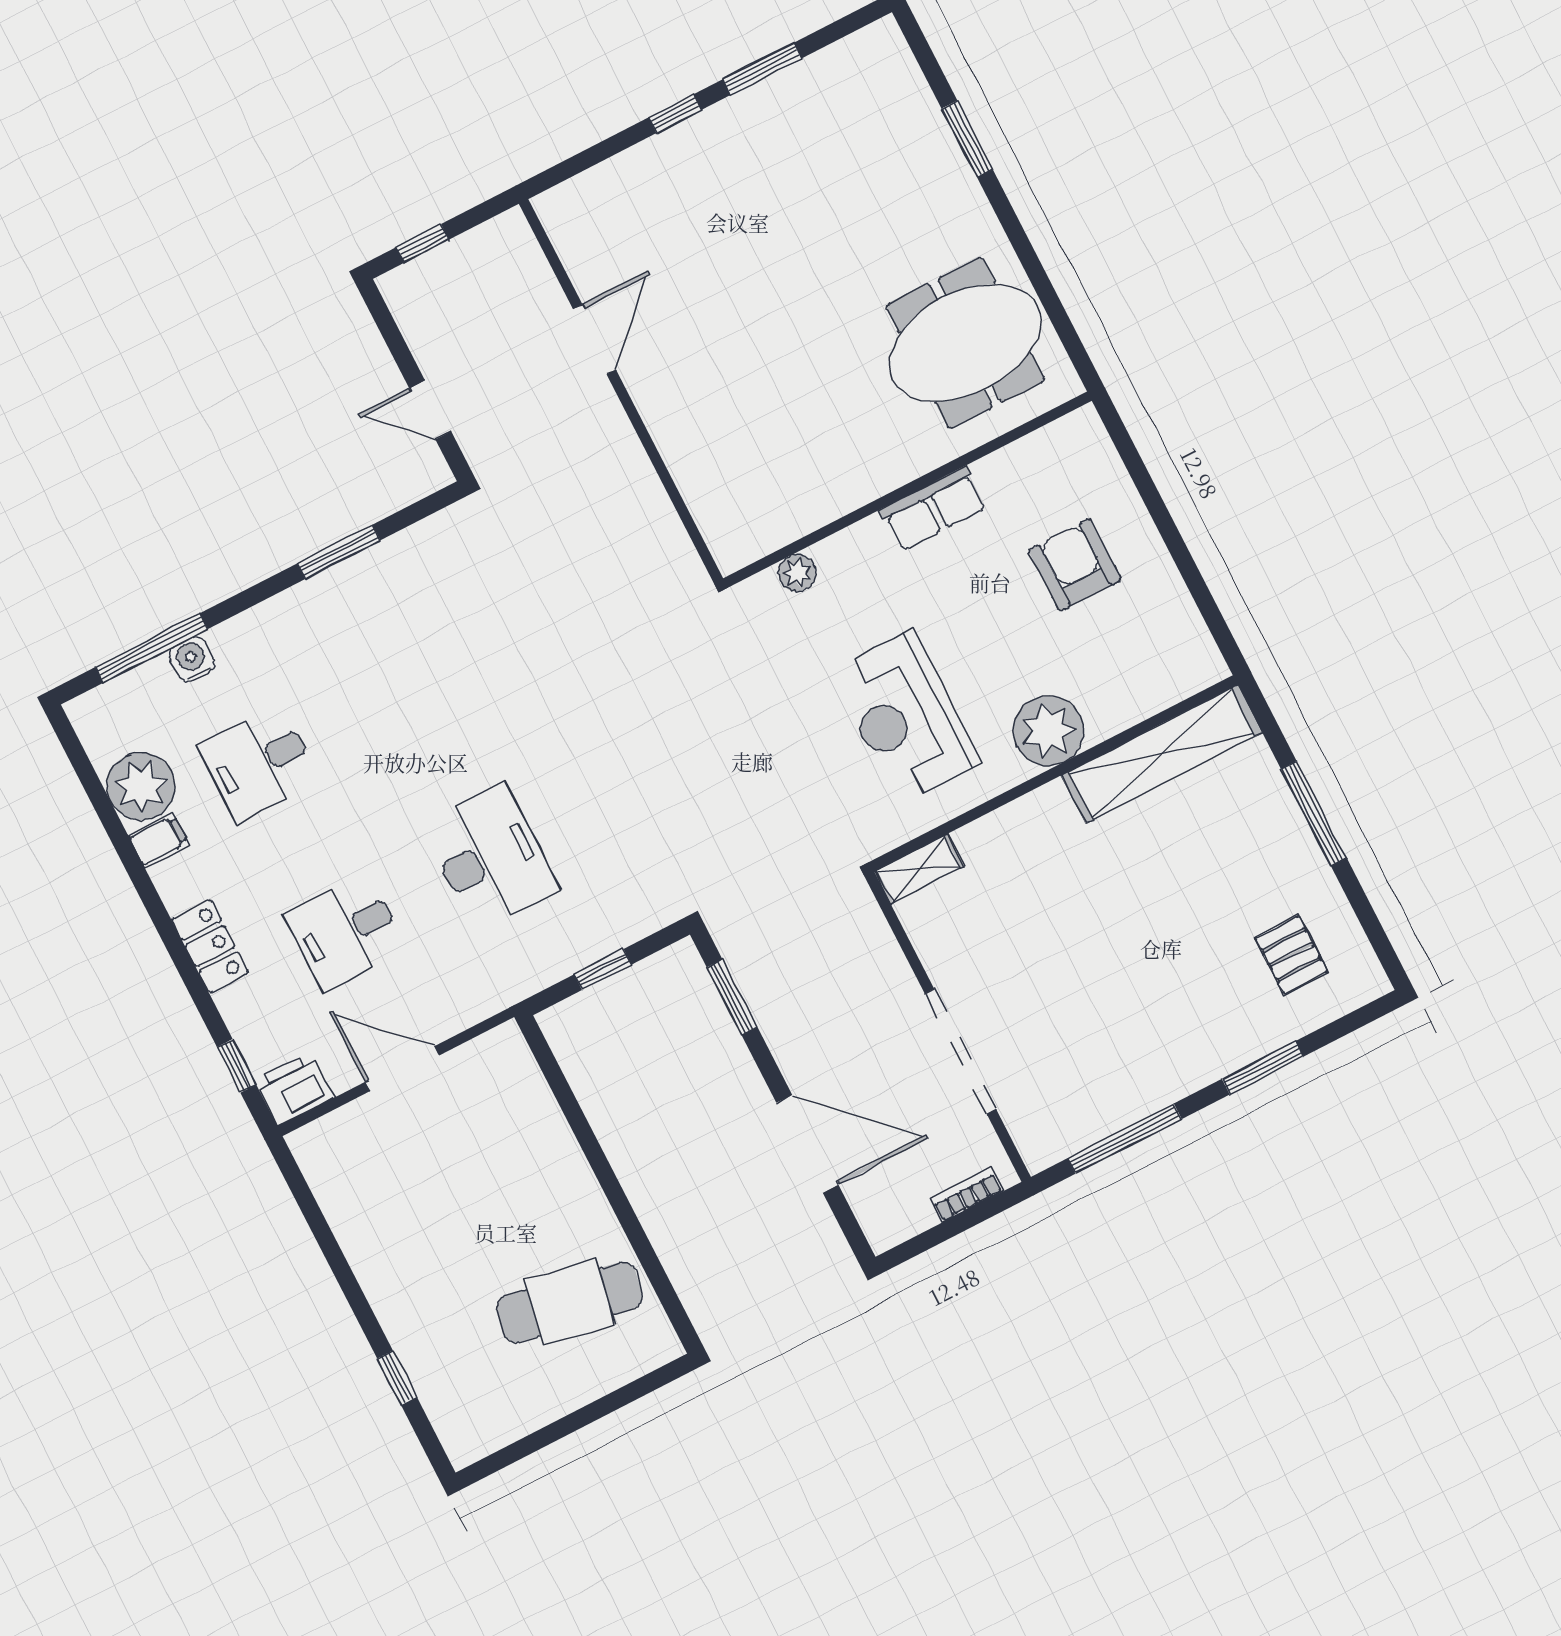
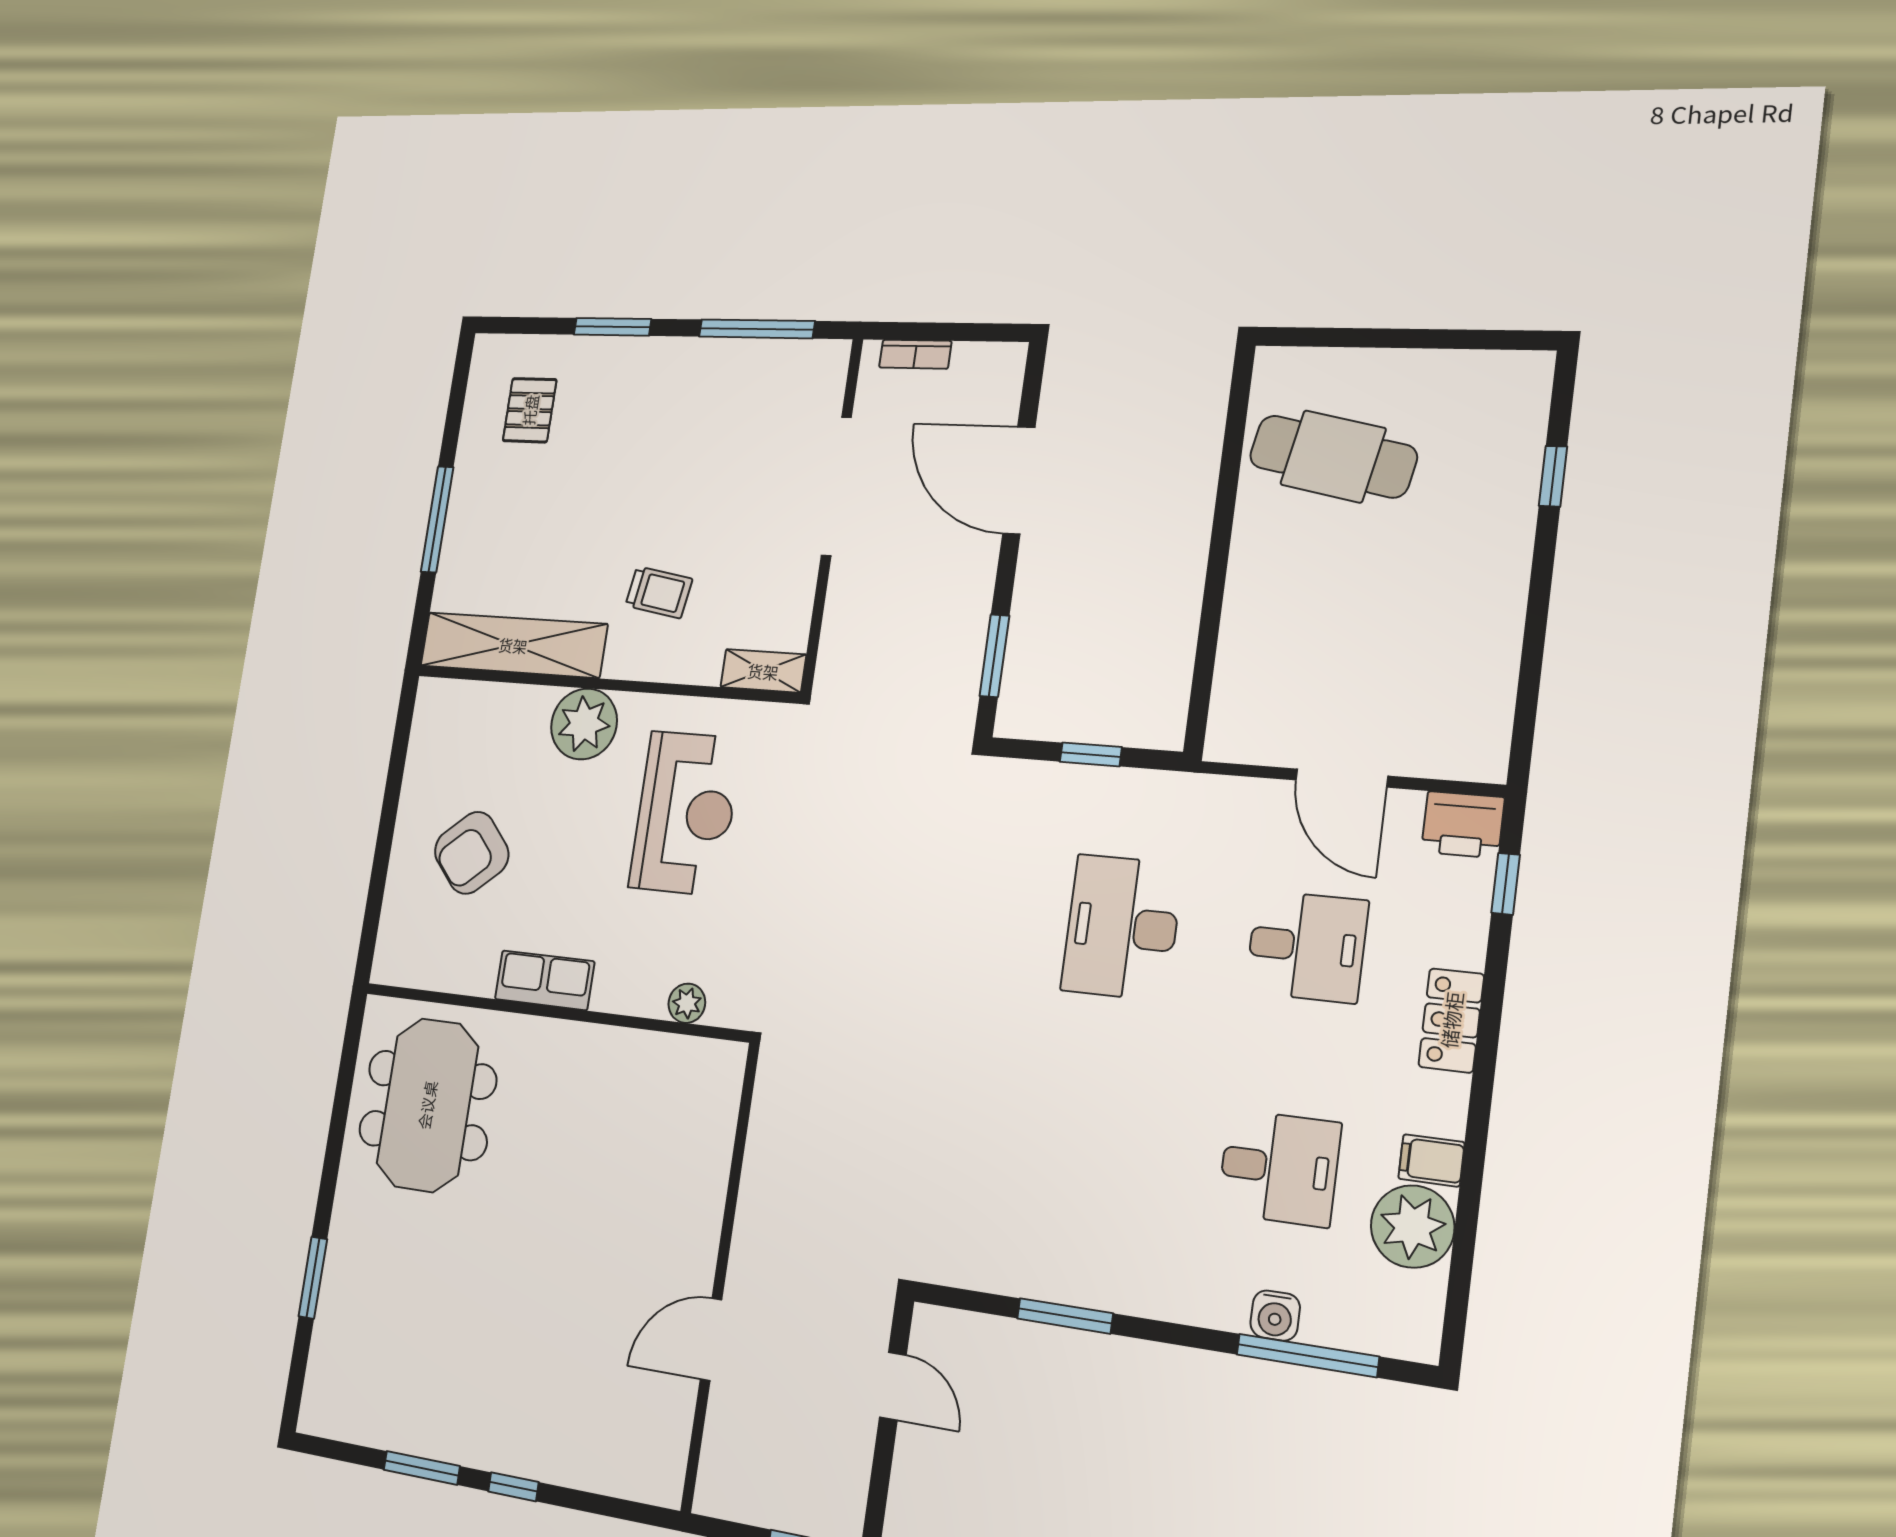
meeting table: (965, 343) -> (427, 1105), turned 90
armchair: (1075, 565) -> (472, 853), turned 49
trolley: (1058, 876) -> (659, 592), added

